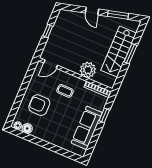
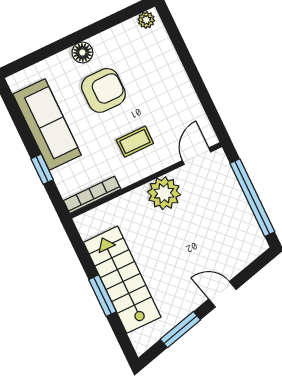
window: (48, 31) -> (252, 198), width x3.17
plant: (88, 70) -> (164, 193), moved
armchair: (39, 105) -> (103, 90), moved
floor lamp: (27, 128) -> (82, 52), moved

